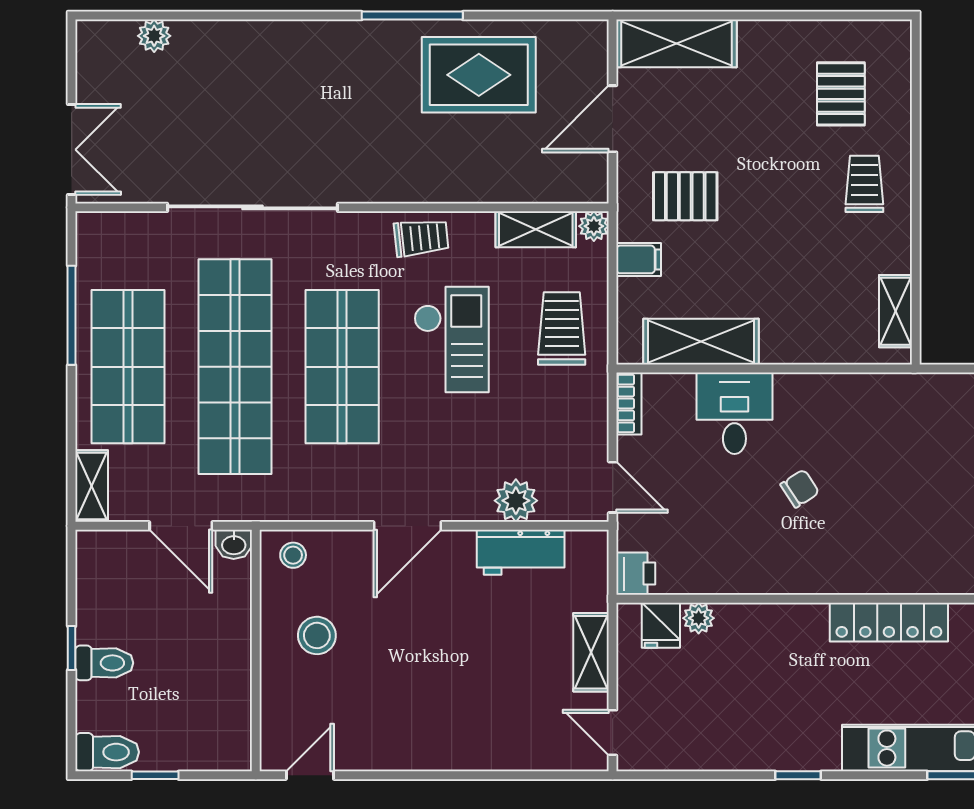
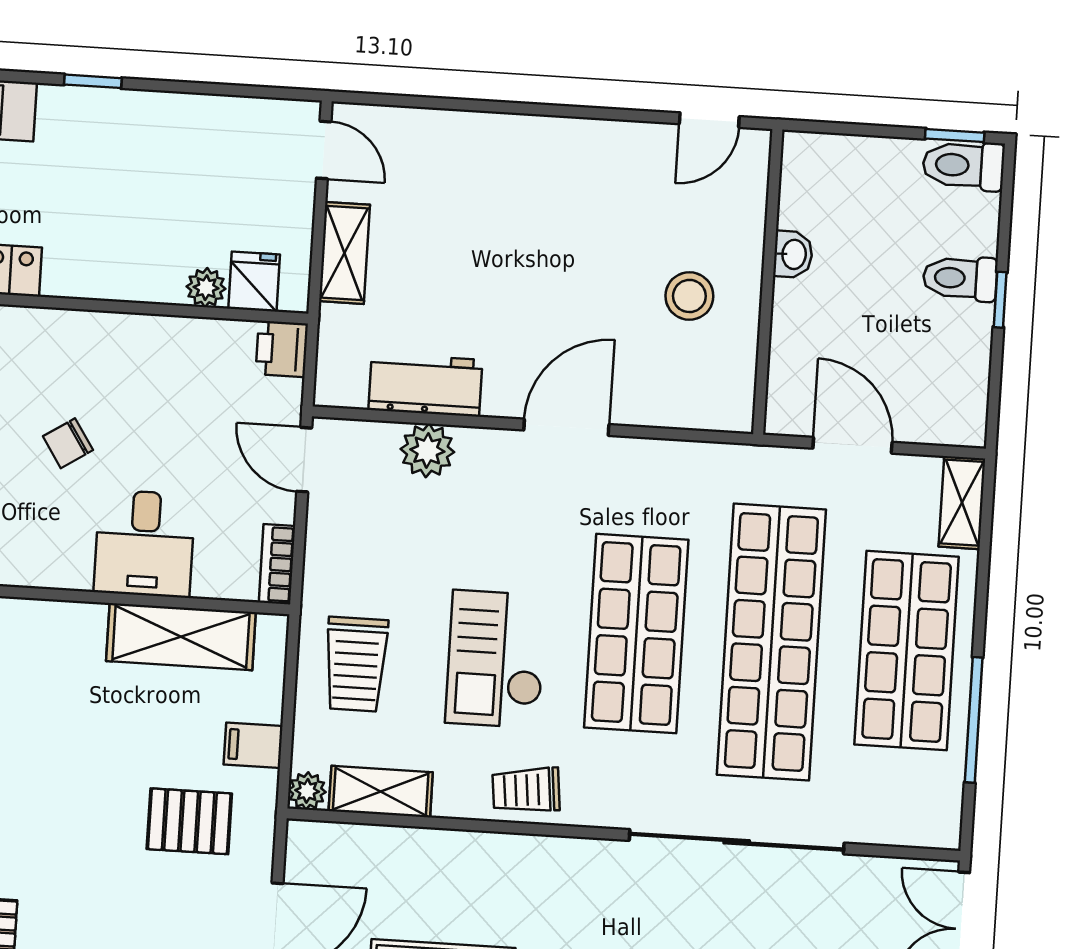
washbasin: (234, 544) -> (793, 254), moved, turned 90
stool: (293, 555) -> (713, 399), removed
window: (155, 775) -> (955, 136), moved

